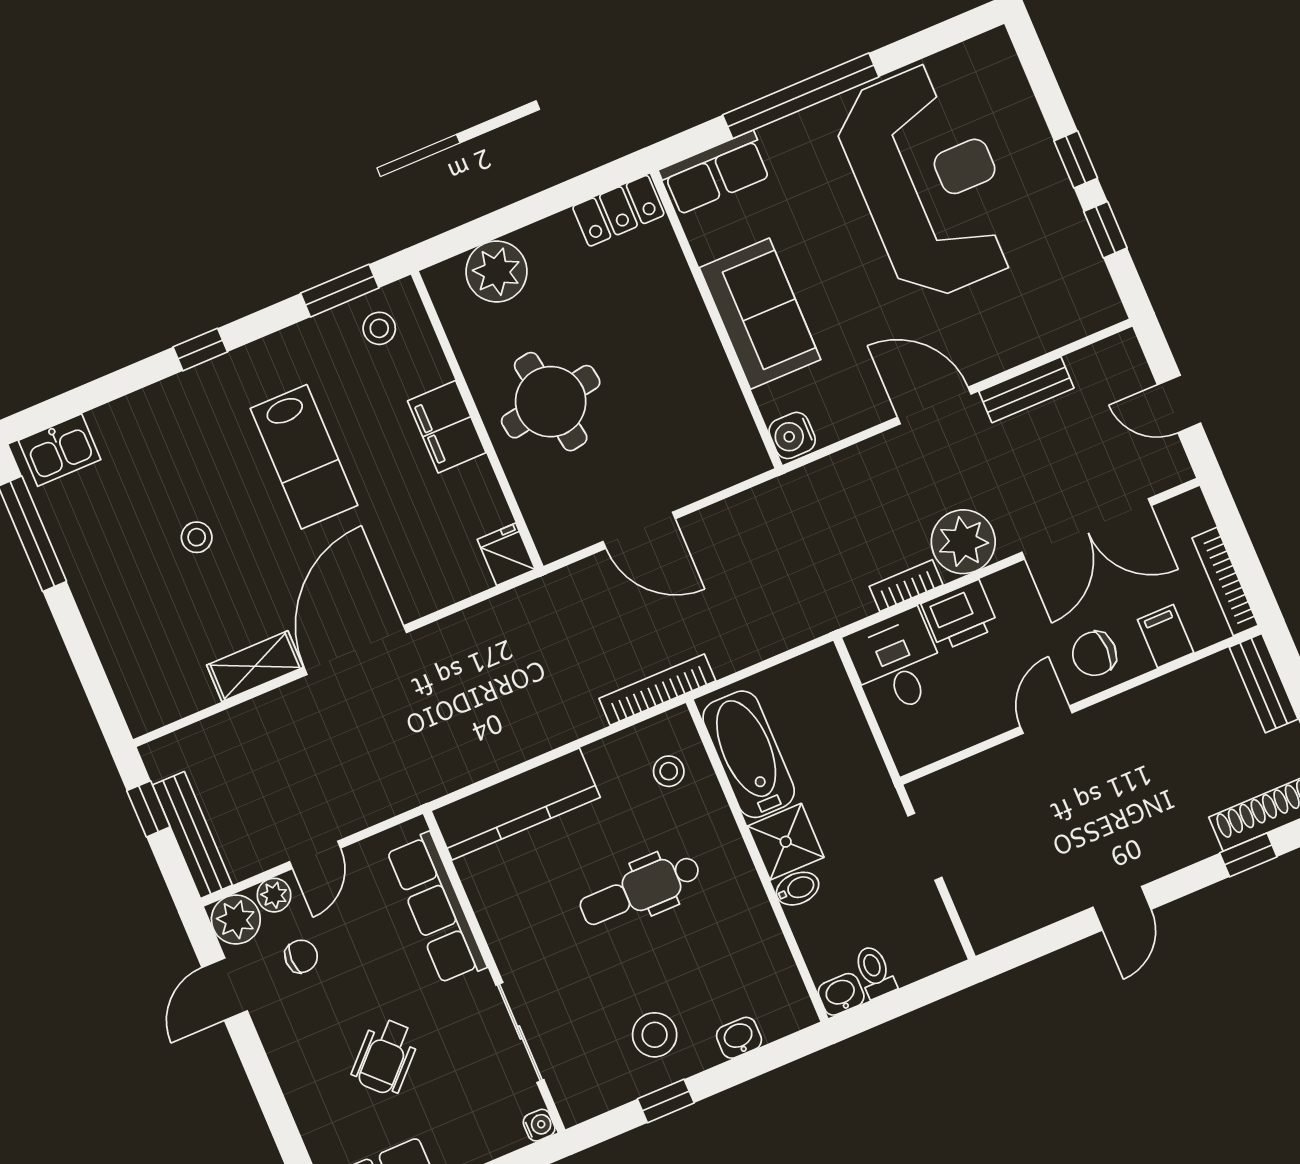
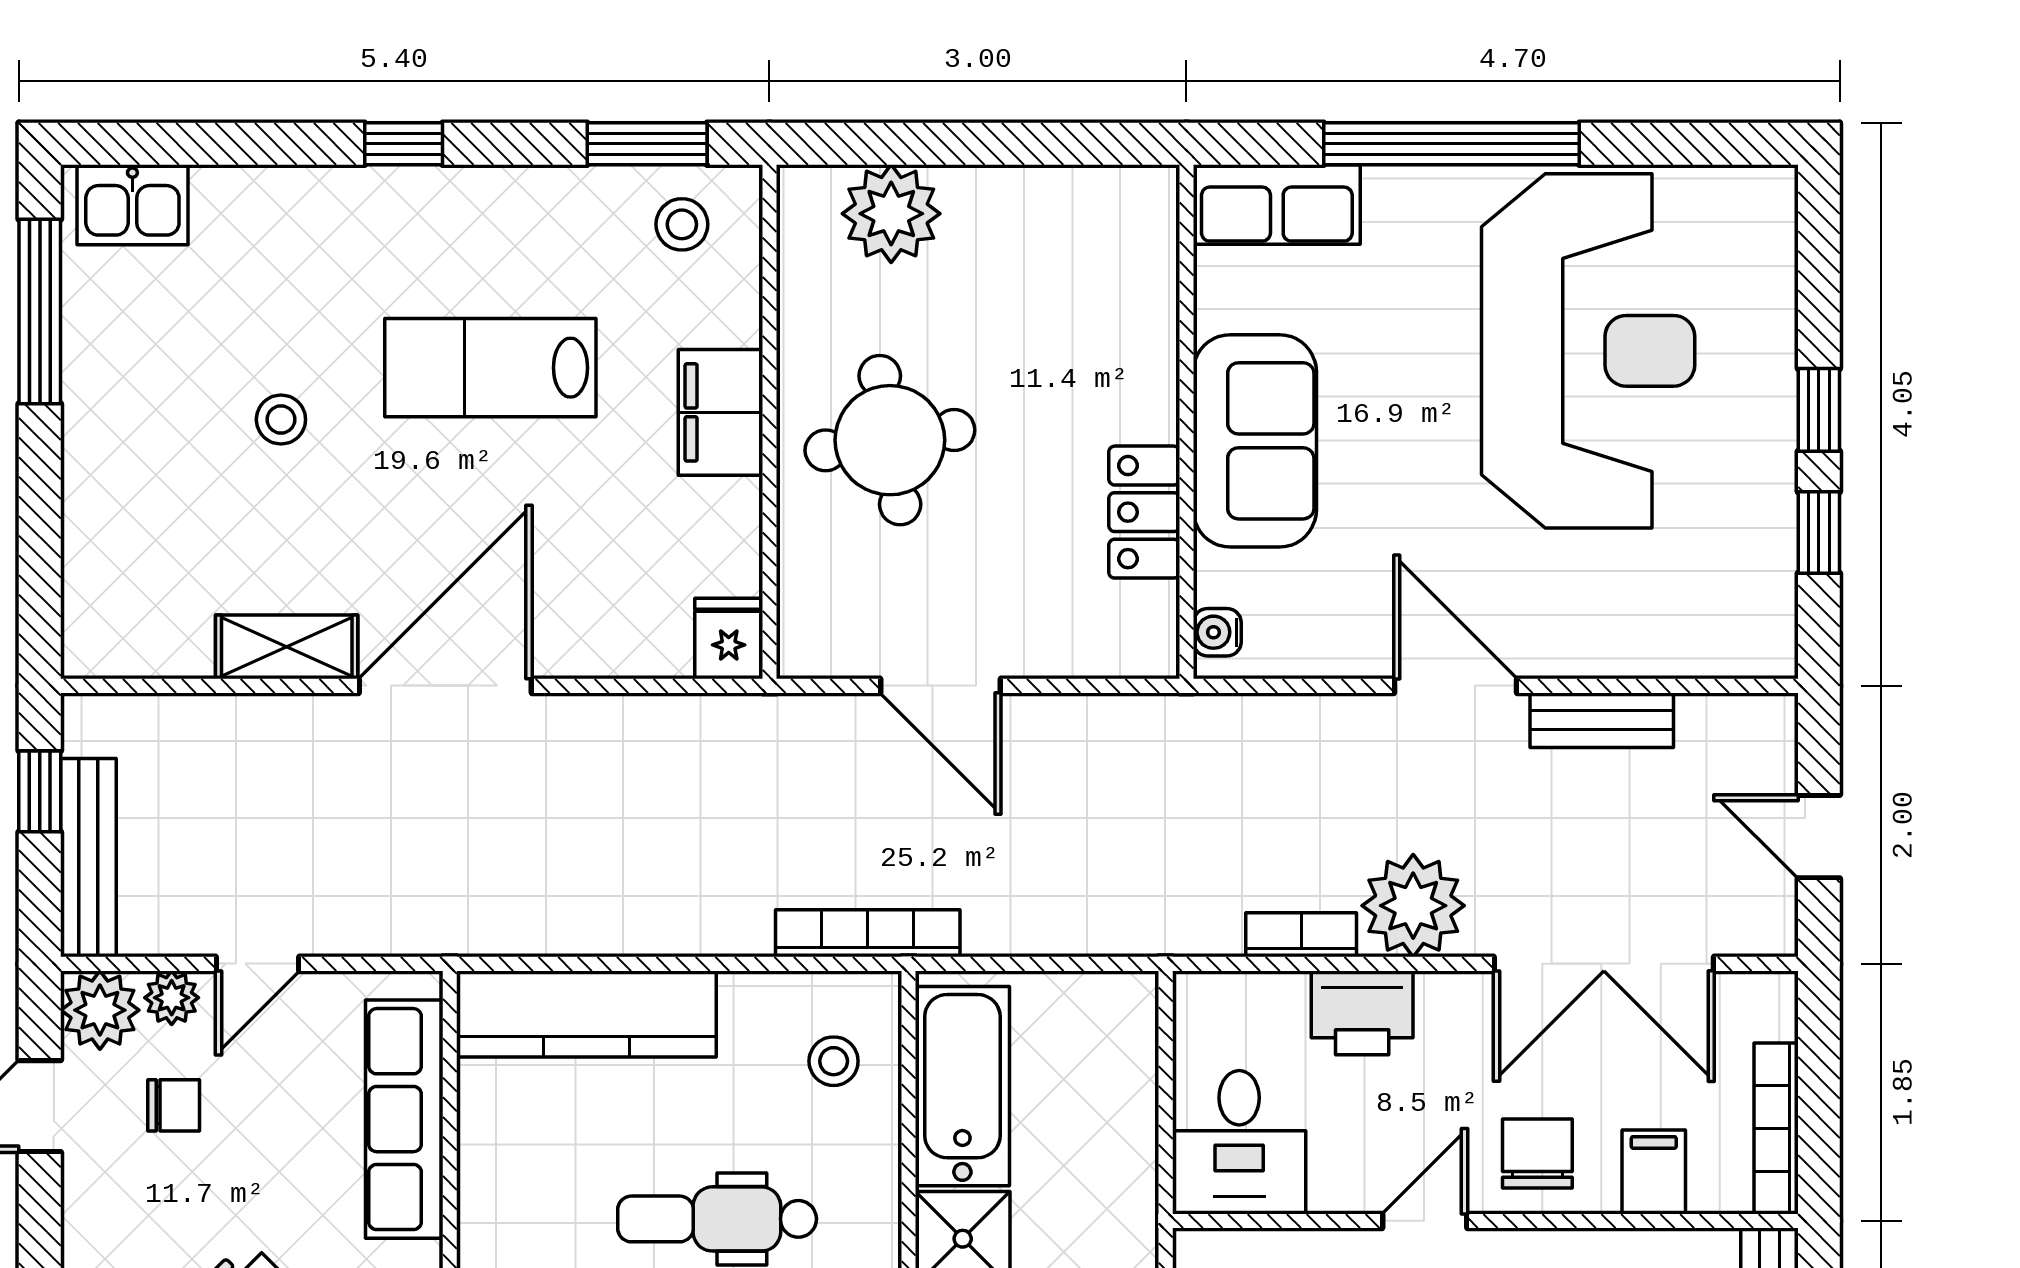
locker: (618, 211) -> (1144, 512), moved, turned 90
water cooler: (792, 435) -> (1217, 632), width x0.72, depth x0.72
lab bench: (304, 457) -> (490, 368), turned 90
chair: (1094, 654) -> (1537, 1153), turned 90
desk: (897, 662) -> (1239, 1142), moved, turned 180

